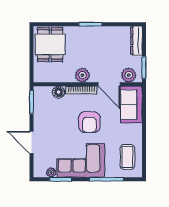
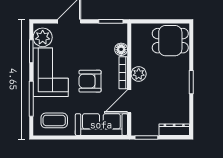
plant: (129, 75) -> (139, 122), removed
sofa: (131, 105) -> (101, 125), width x1.36
plant: (51, 172) -> (43, 37), width x1.88, depth x1.88

